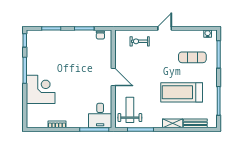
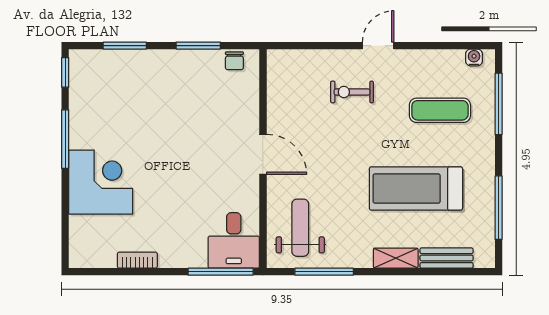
exercise bike: (140, 41) -> (352, 92), moved

